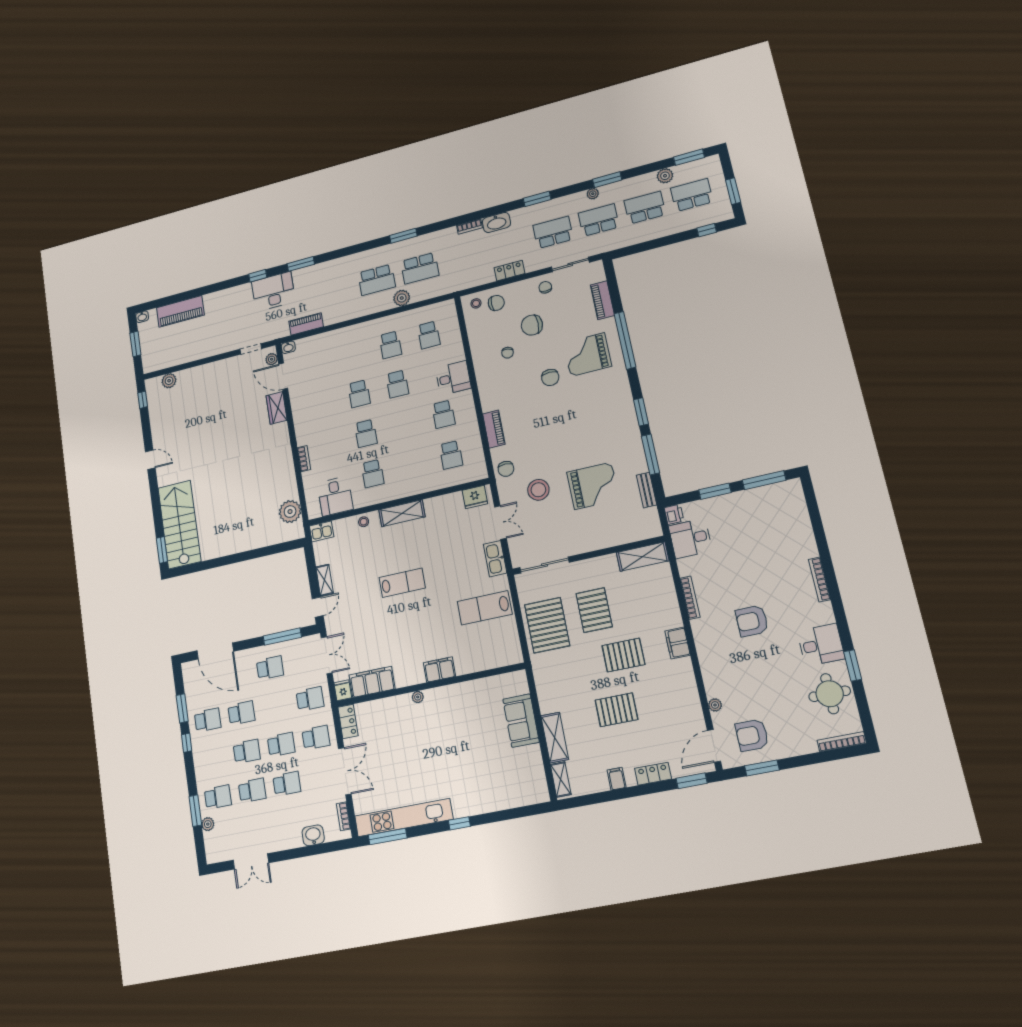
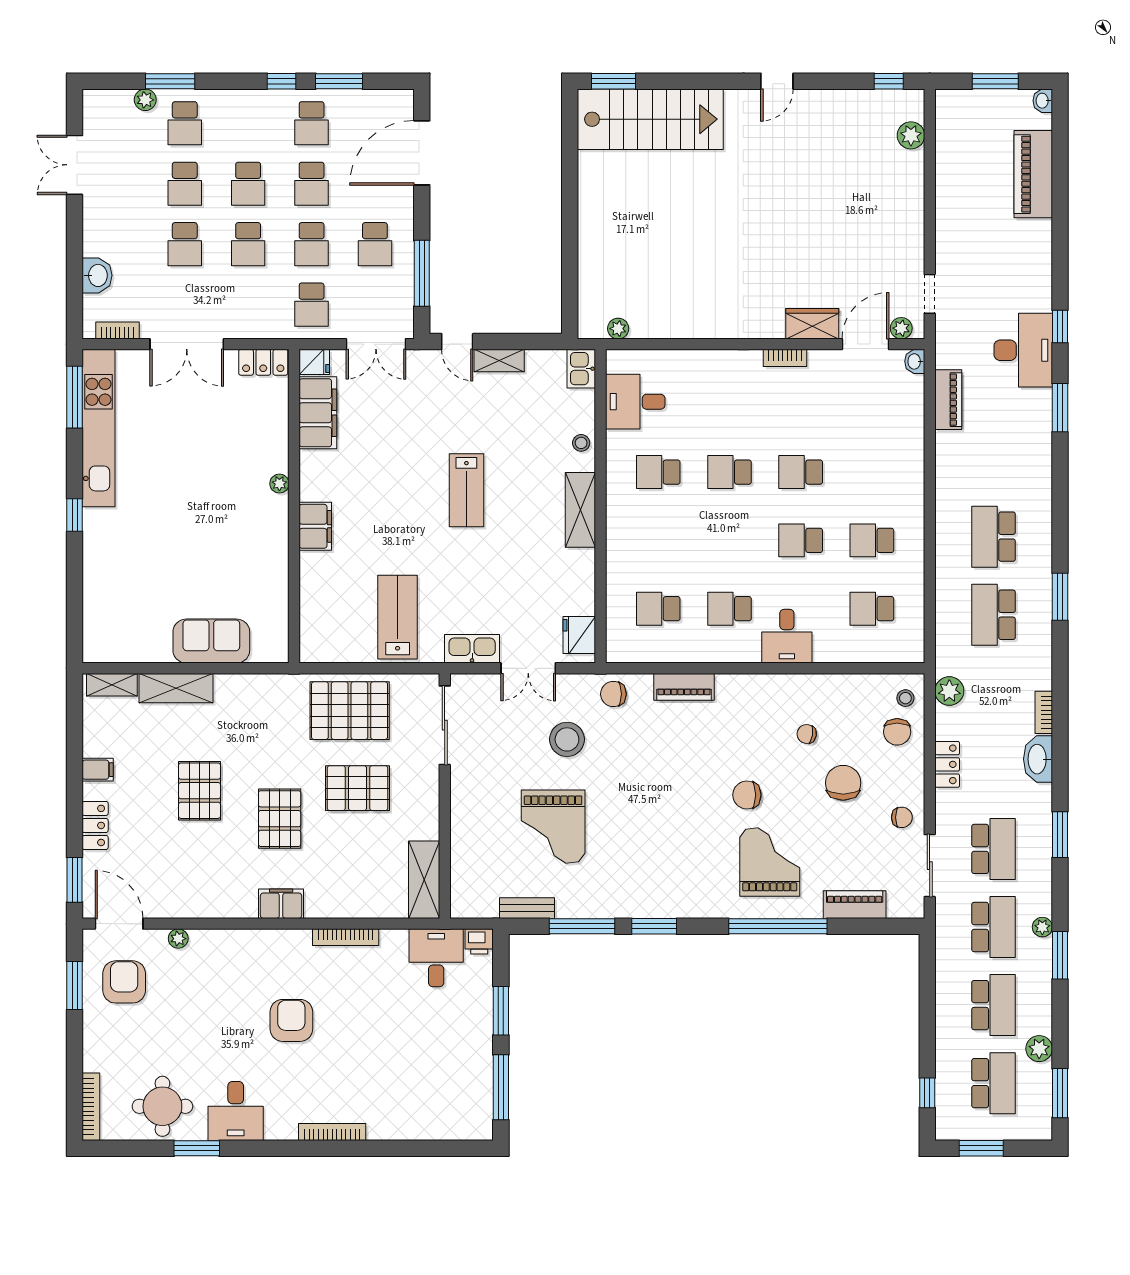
plant: (402, 298) -> (949, 691), moved
bookcase: (304, 459) -> (785, 358), moved
plant: (290, 512) -> (618, 329), width x0.53, depth x0.53
school desk: (316, 738) -> (312, 244), moved

